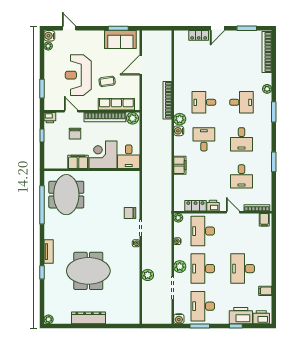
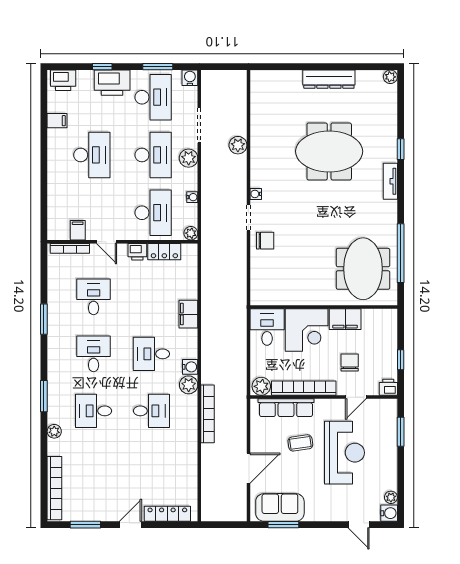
locker: (199, 35) -> (167, 514), width x1.53
door: (71, 111) -> (356, 397), hinge flipped
desk: (204, 139) -> (151, 354), turned 90
filing cabinet: (264, 220) -> (78, 230), moved
printer: (241, 316) -> (112, 83), moved

